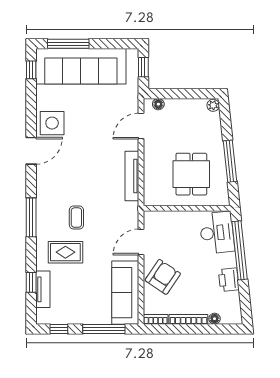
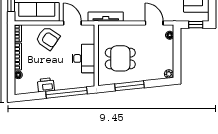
tv unit: (132, 176) -> (106, 17), moved
desk: (217, 233) -> (83, 58), moved, turned -84

